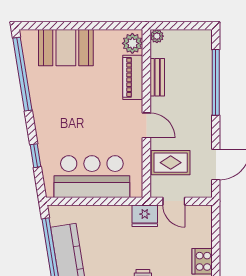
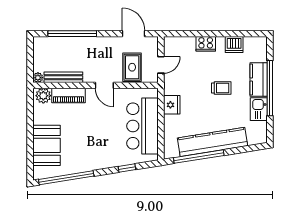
bench: (157, 77) -> (63, 77), width x1.36
door: (146, 125) -> (104, 85), swing flipped
fridge: (145, 216) -> (172, 105), moved

